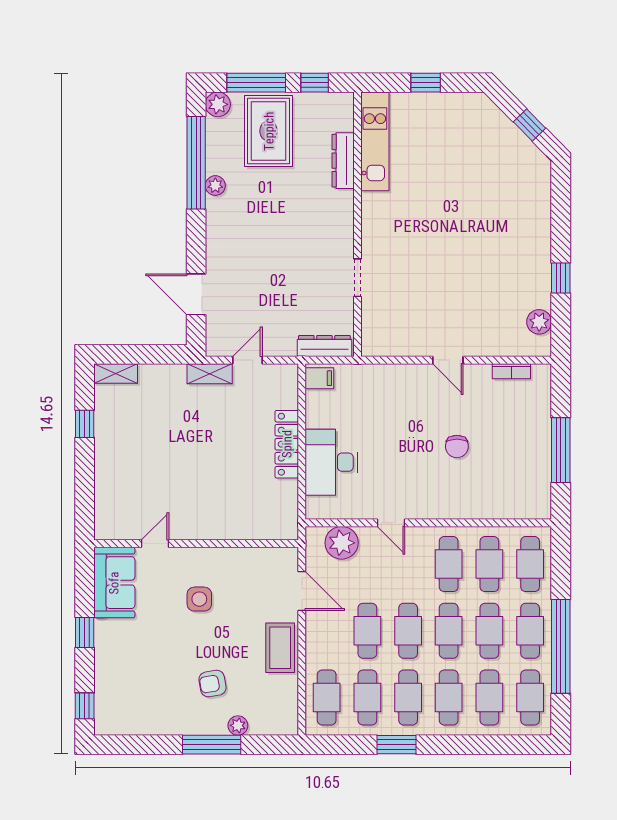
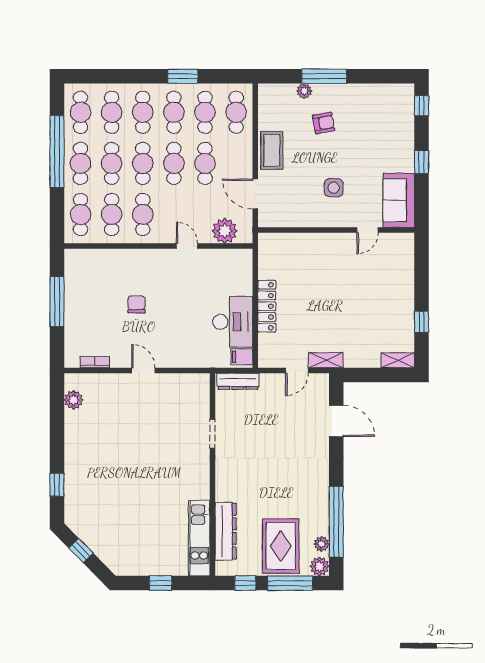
dresser: (343, 161) -> (226, 531), width x1.37, depth x1.24
plant: (215, 186) -> (321, 544), moved
window: (561, 278) -> (57, 485), moved
desk: (331, 462) -> (233, 322), moved

